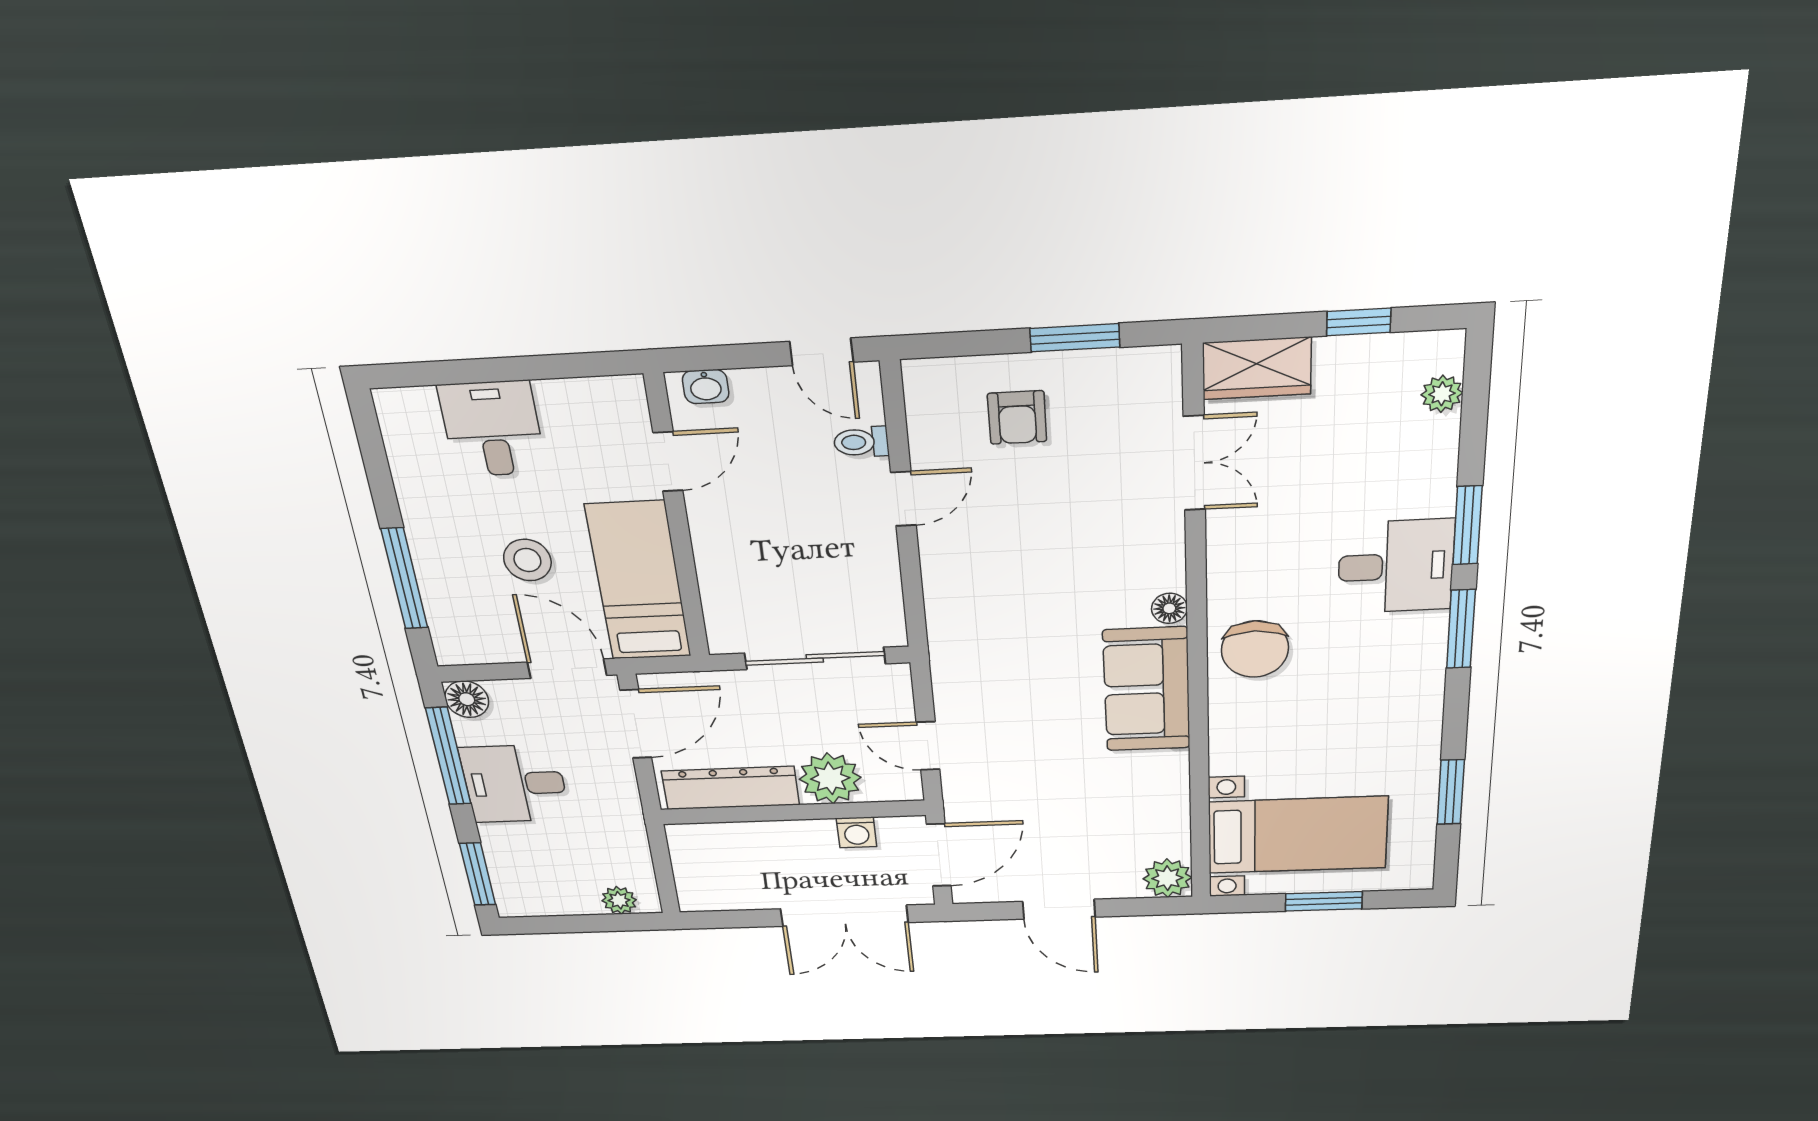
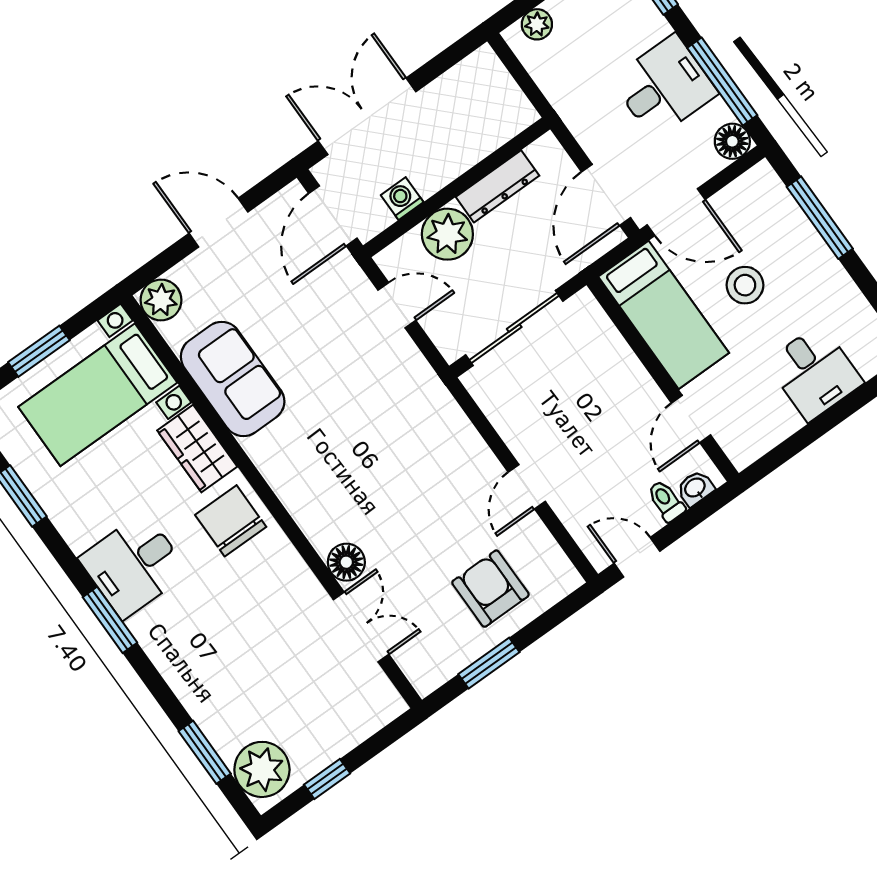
wardrobe: (1257, 368) -> (197, 449), moved, turned -90
plant: (1442, 394) -> (262, 769), width x1.87, depth x1.87
armchair: (1017, 417) -> (490, 589), width x1.38, depth x1.38
toilet: (861, 442) -> (666, 501), moved, turned -90
double door: (1194, 463) -> (361, 627), swing flipped
window: (1467, 525) -> (205, 752), moved
desk: (1396, 566) -> (134, 565), moved
floor lamp: (1169, 608) -> (346, 562), moved, width x1.37, depth x1.37
sofa: (1147, 689) -> (233, 379), moved
dresser: (730, 788) -> (498, 186), width x0.73, depth x0.80

